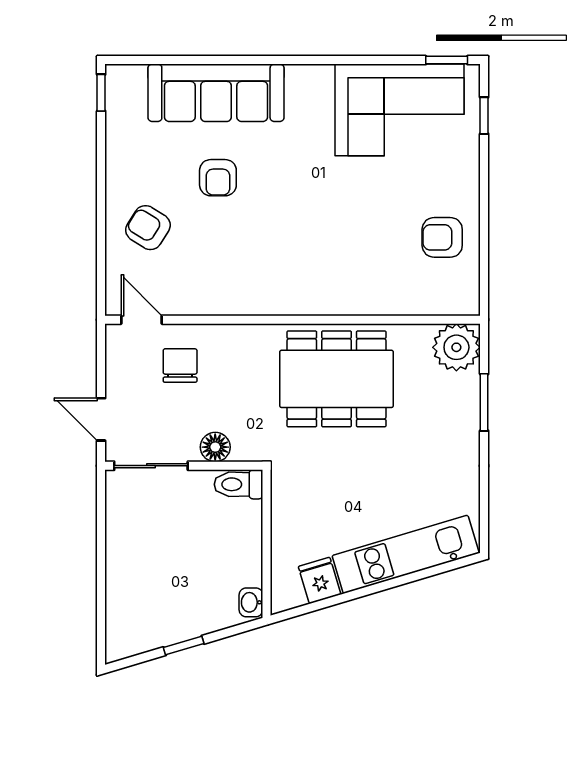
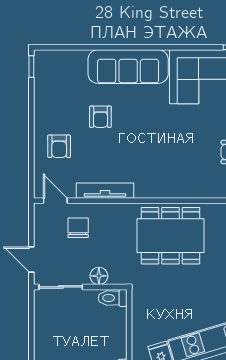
sofa: (216, 93) -> (128, 67), moved
armchair: (148, 228) -> (59, 146), turned -122
tv unit: (226, 303) -> (105, 191), added

